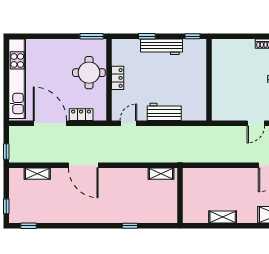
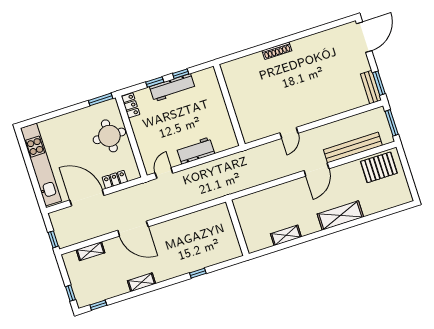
window: (192, 36) -> (181, 74), moved
locker: (118, 78) -> (131, 105), moved
shelving: (161, 174) -> (142, 282), moved

